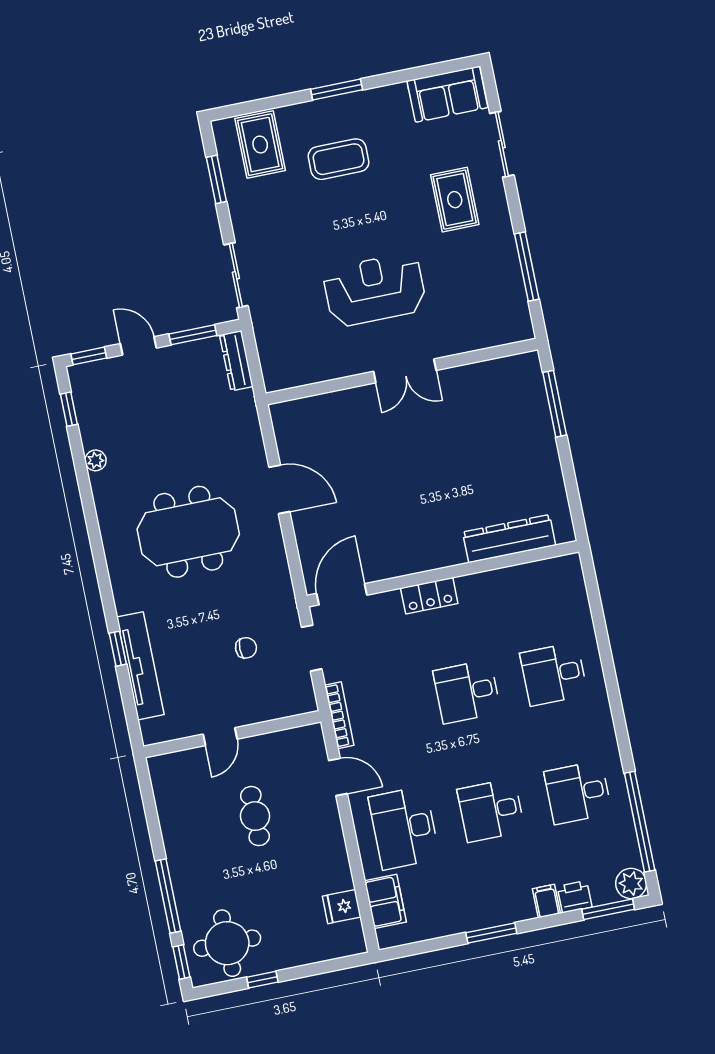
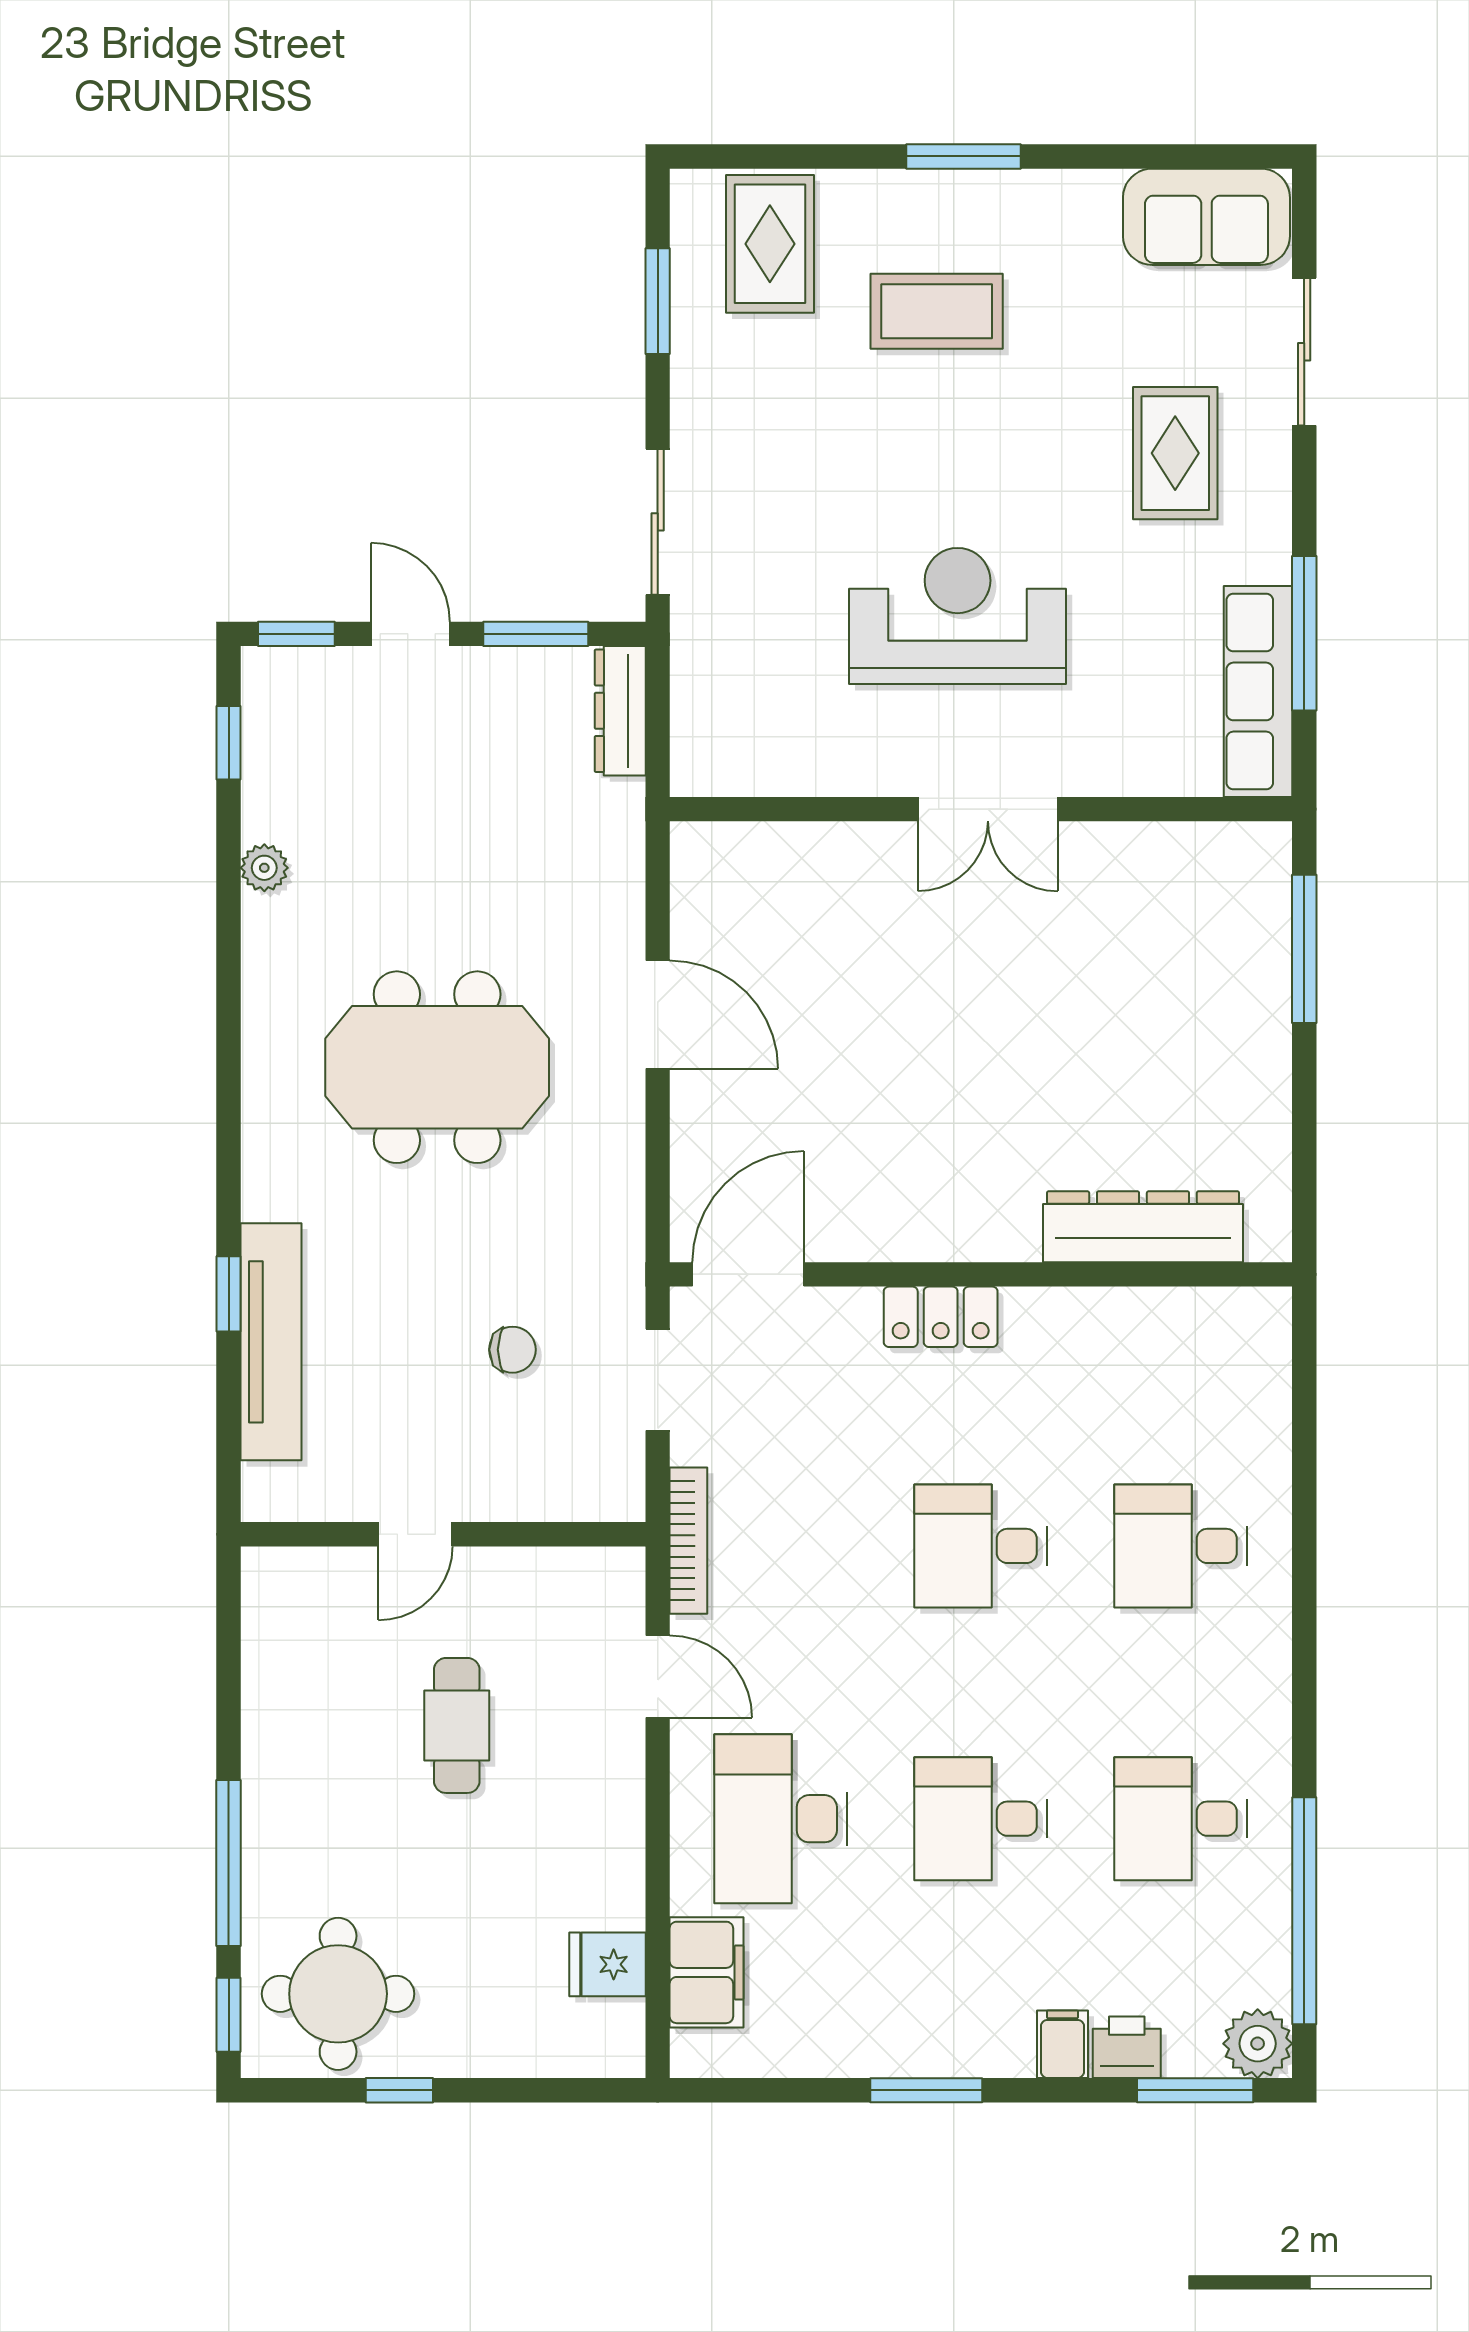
row of seats: (512, 296) -> (1258, 691), added

